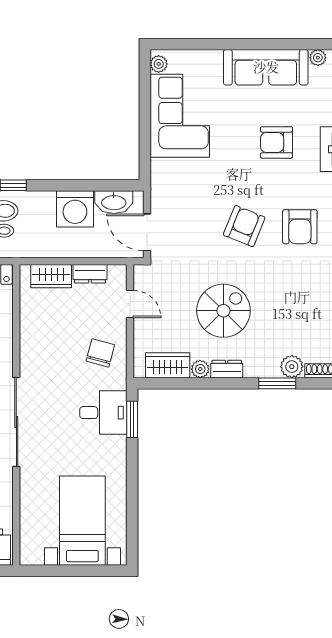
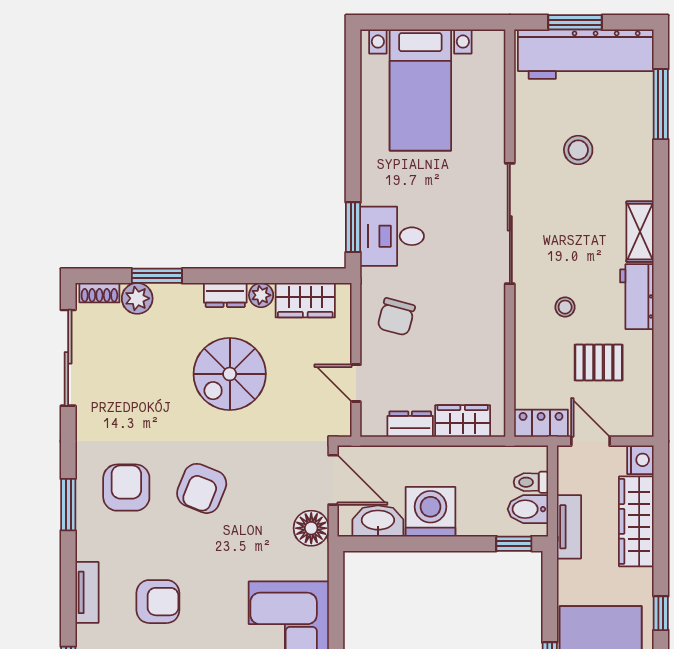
floor lamp: (163, 197) -> (311, 528), added

